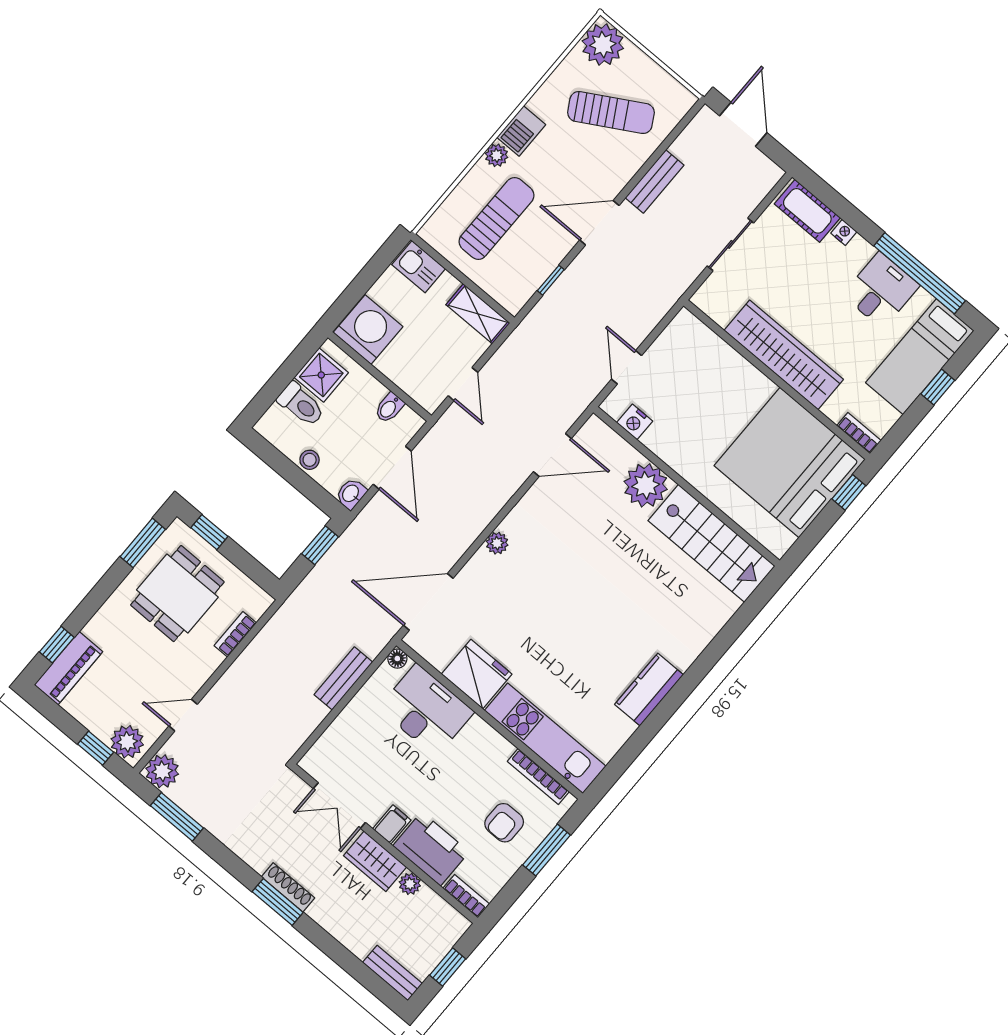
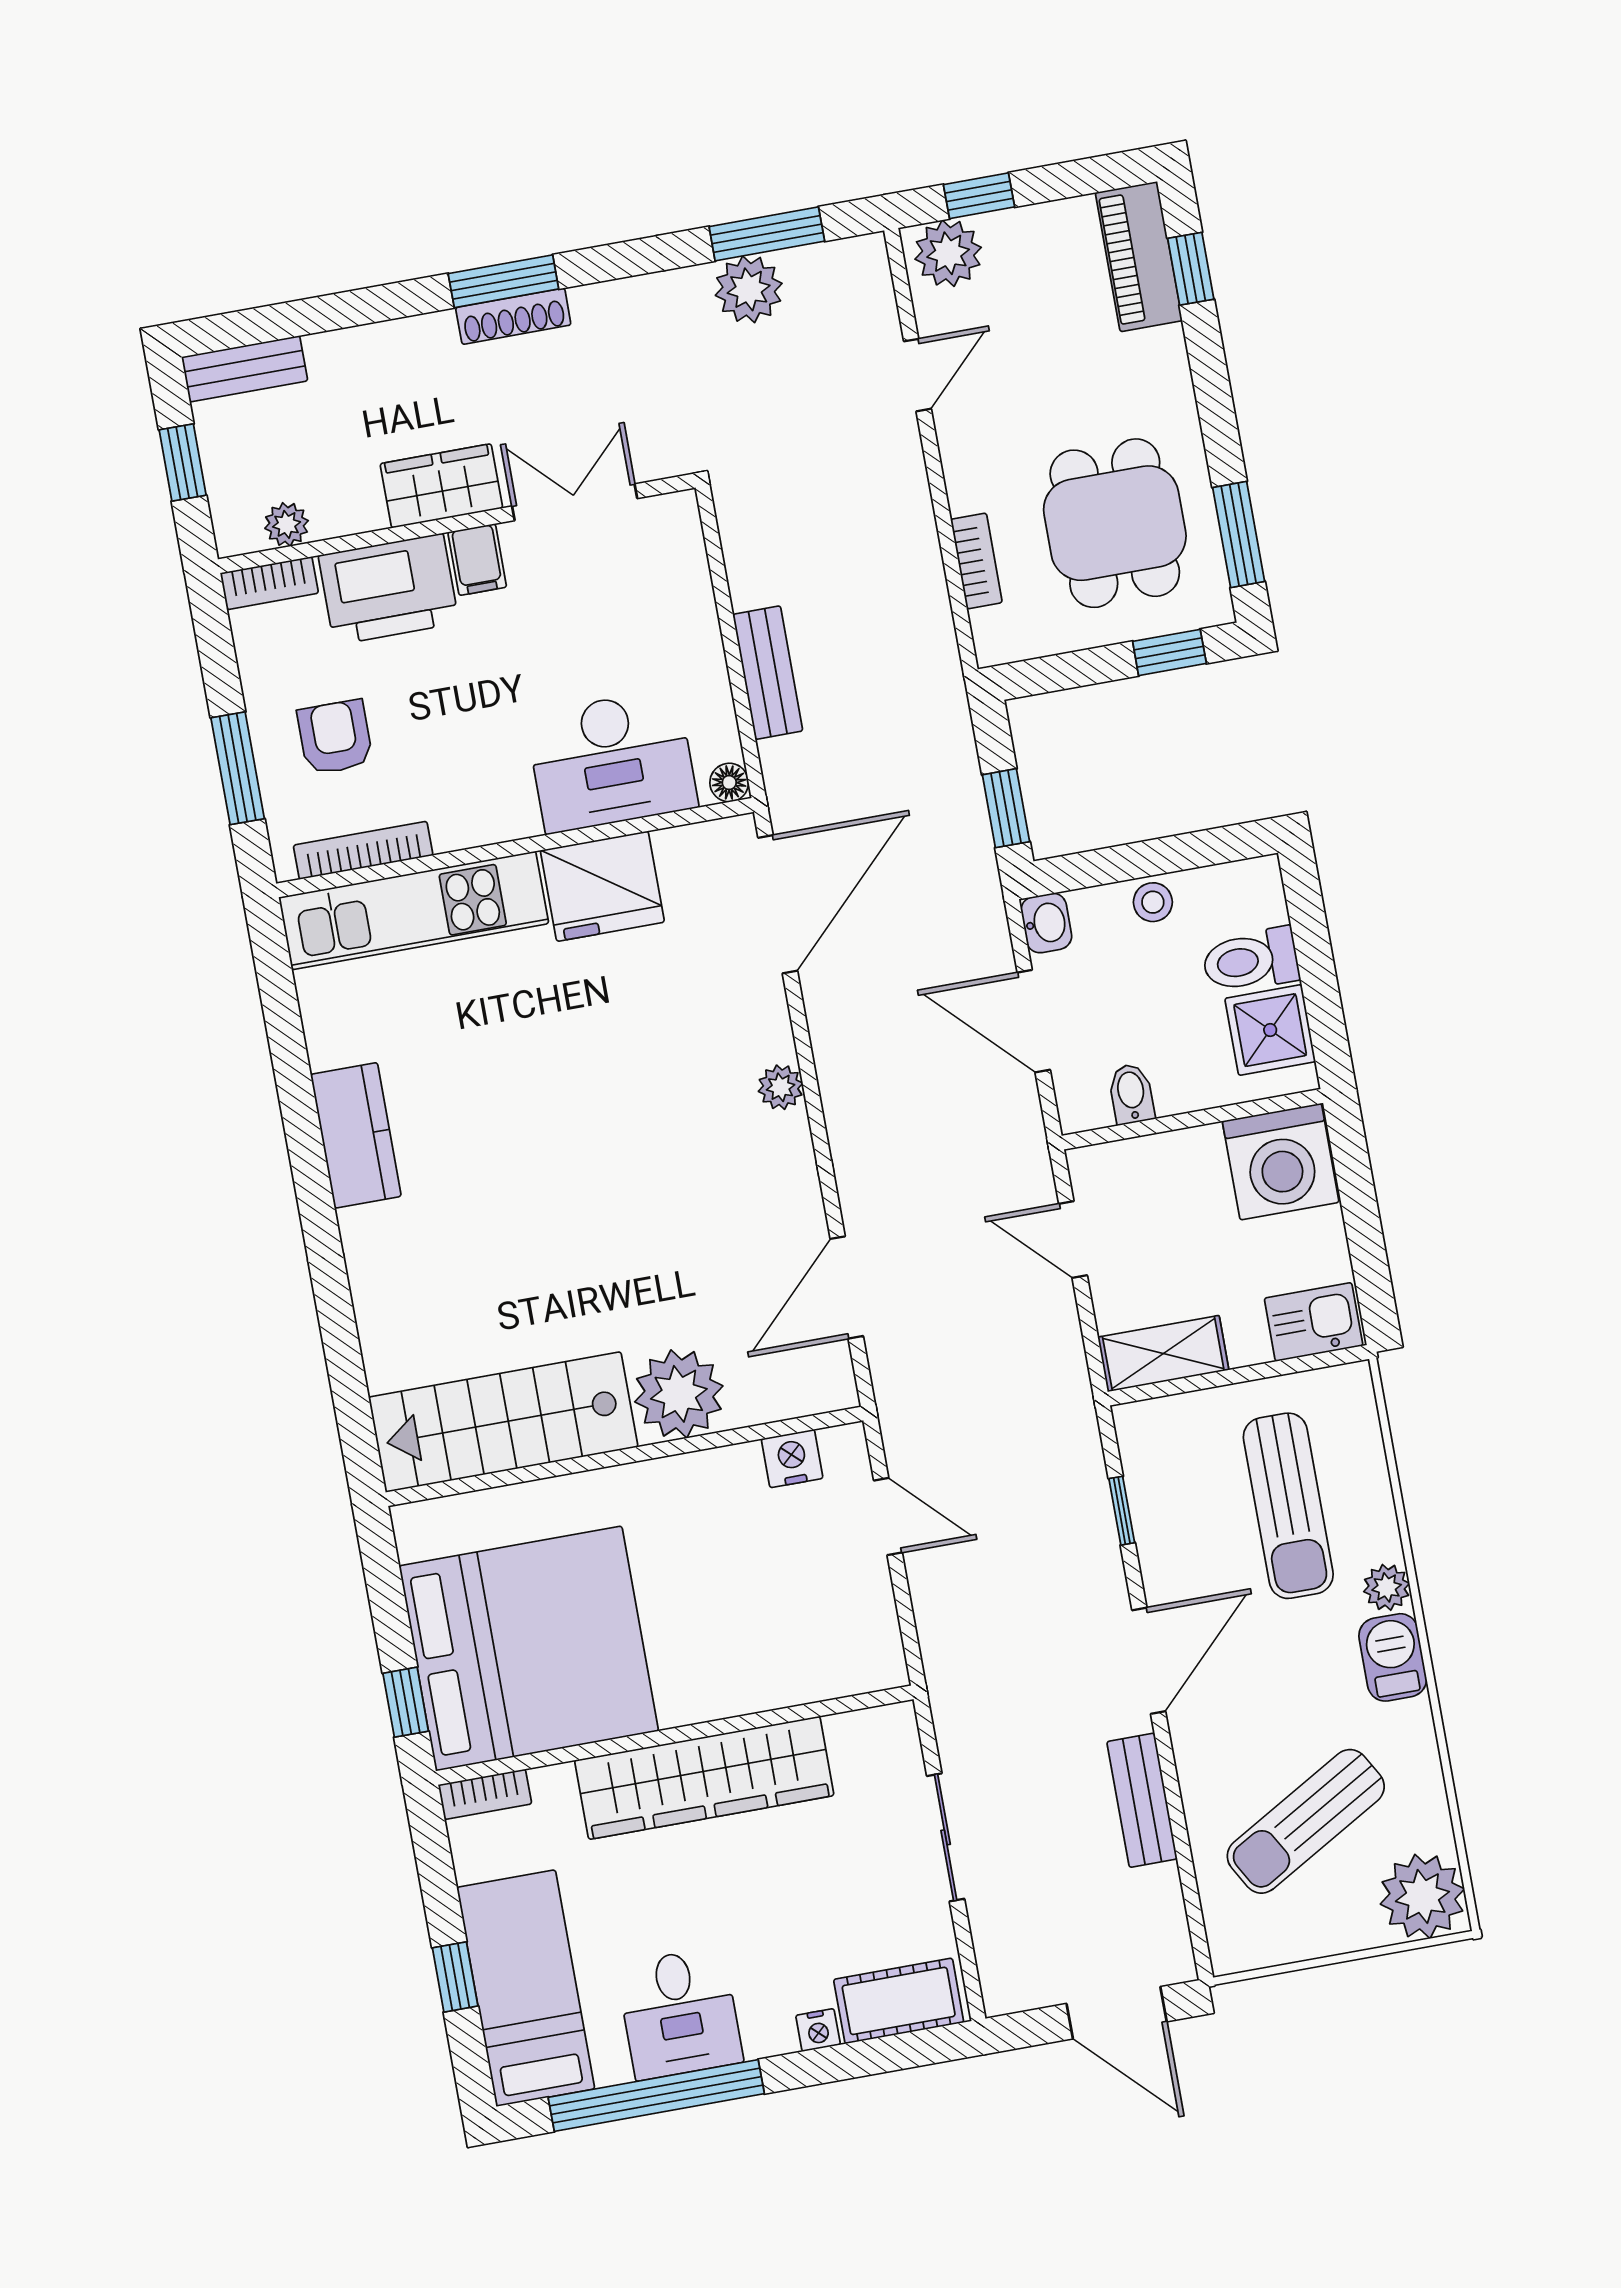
plant: (162, 771) -> (749, 289), moved
plant: (410, 884) -> (287, 524), moved

